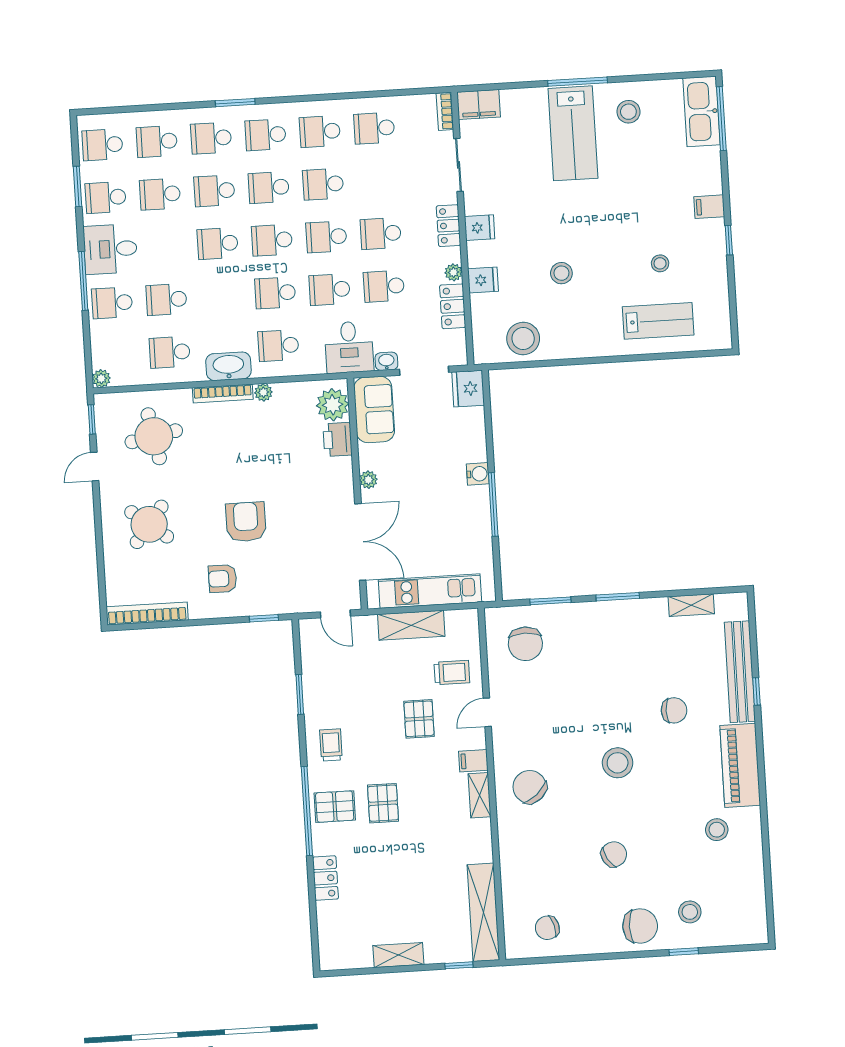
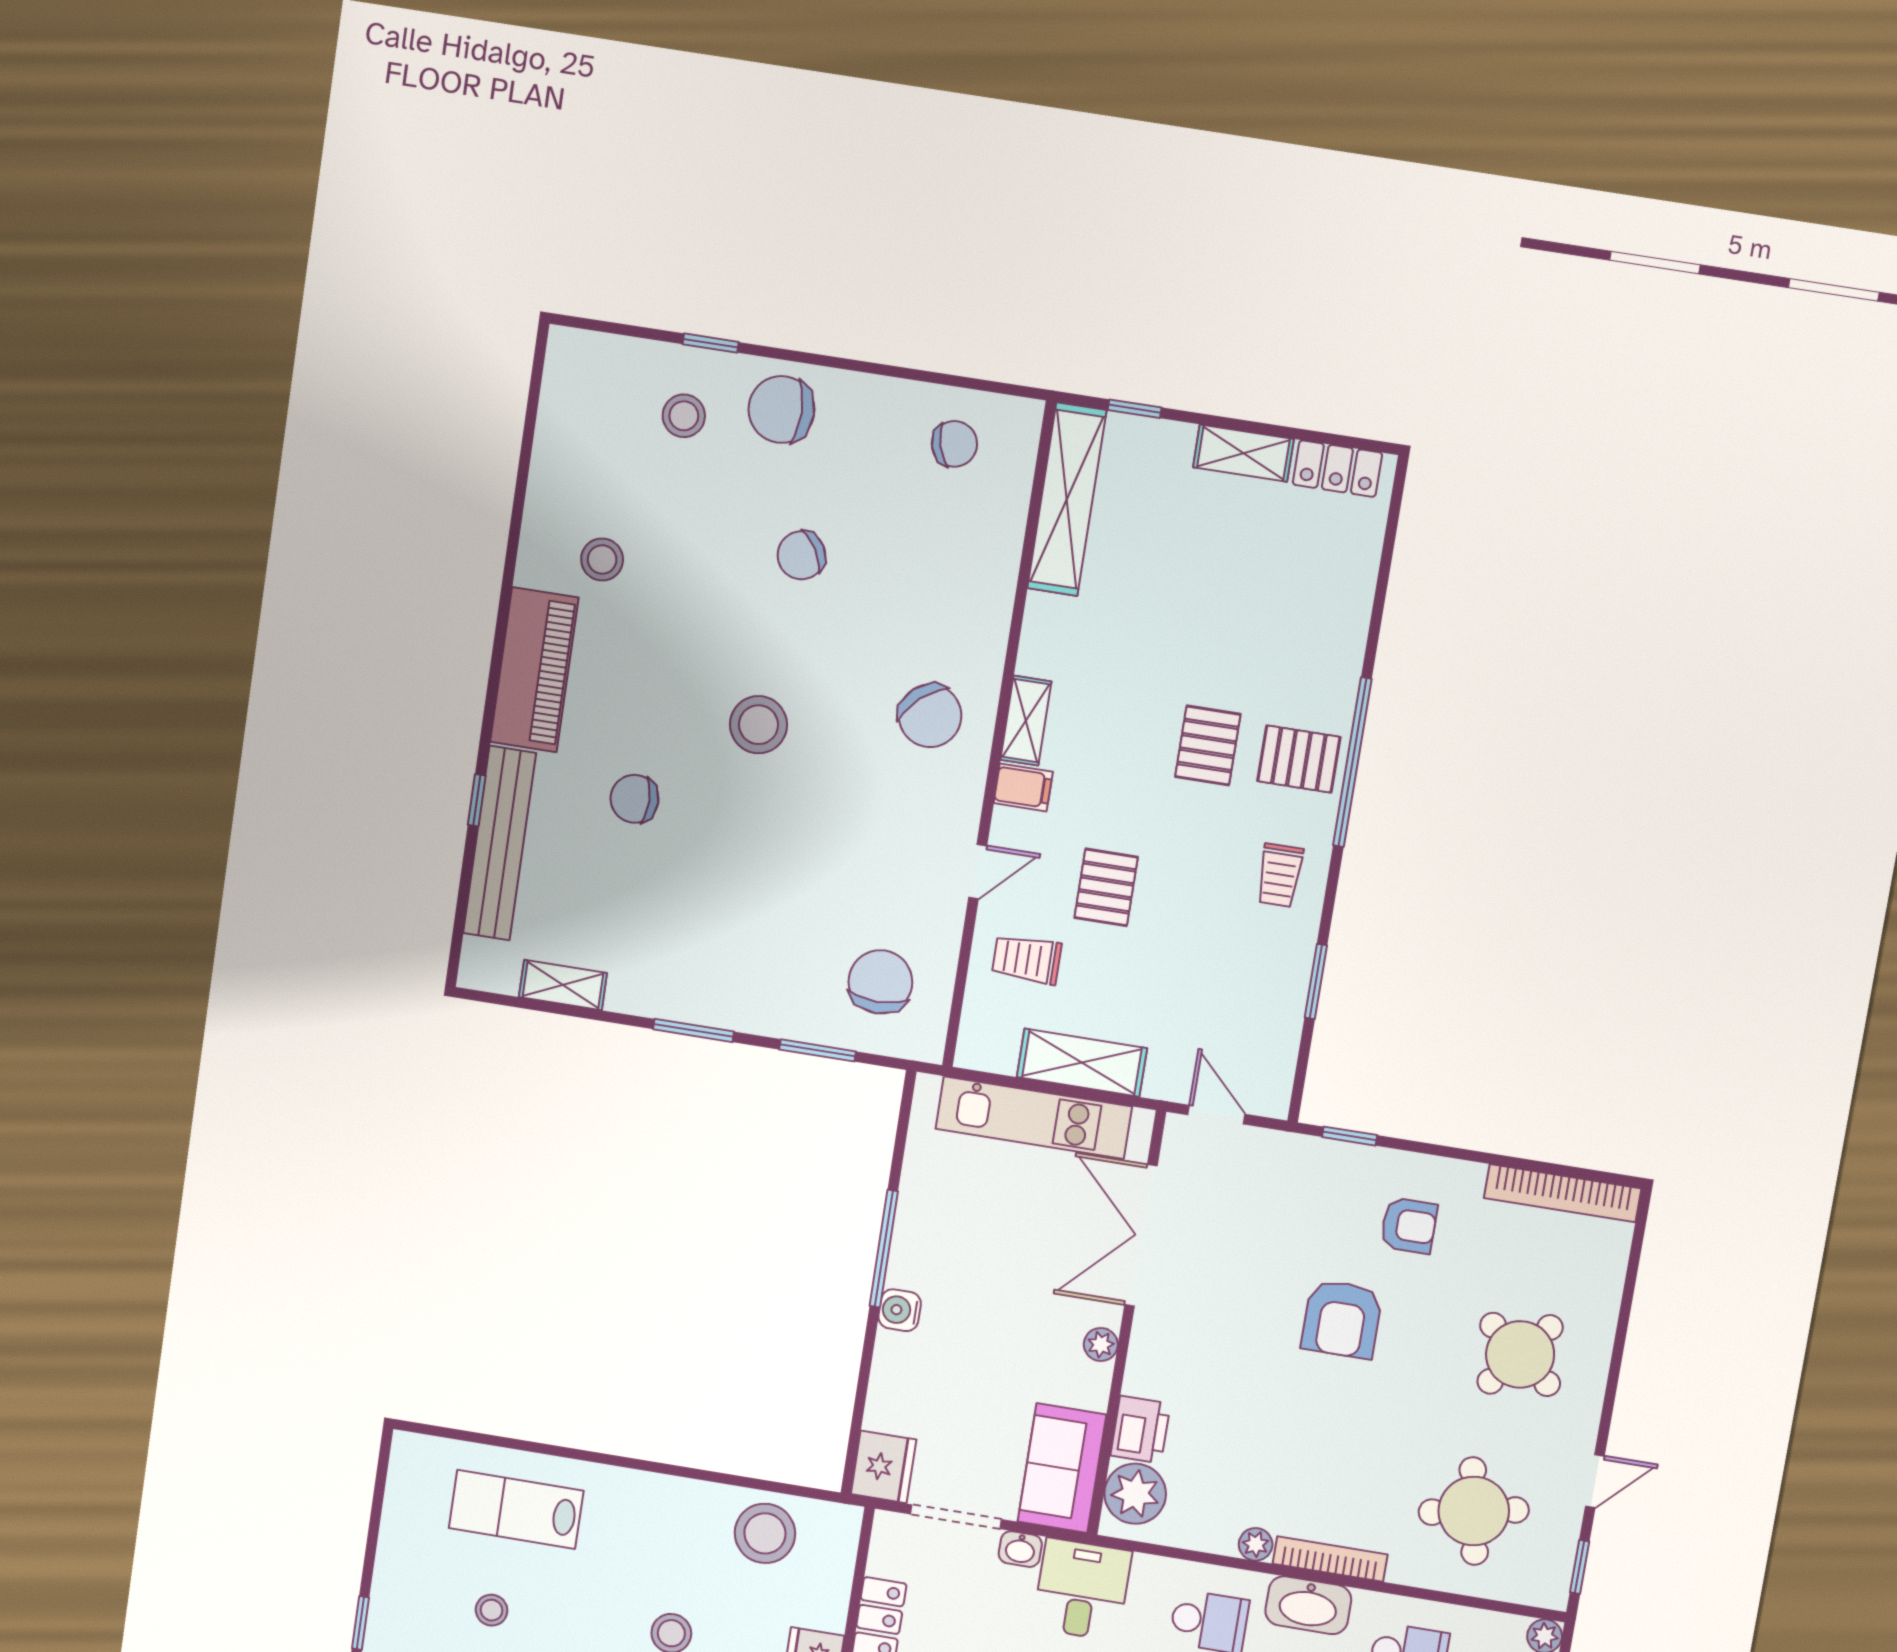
locker: (325, 878) -> (1337, 469), moved, turned -90

